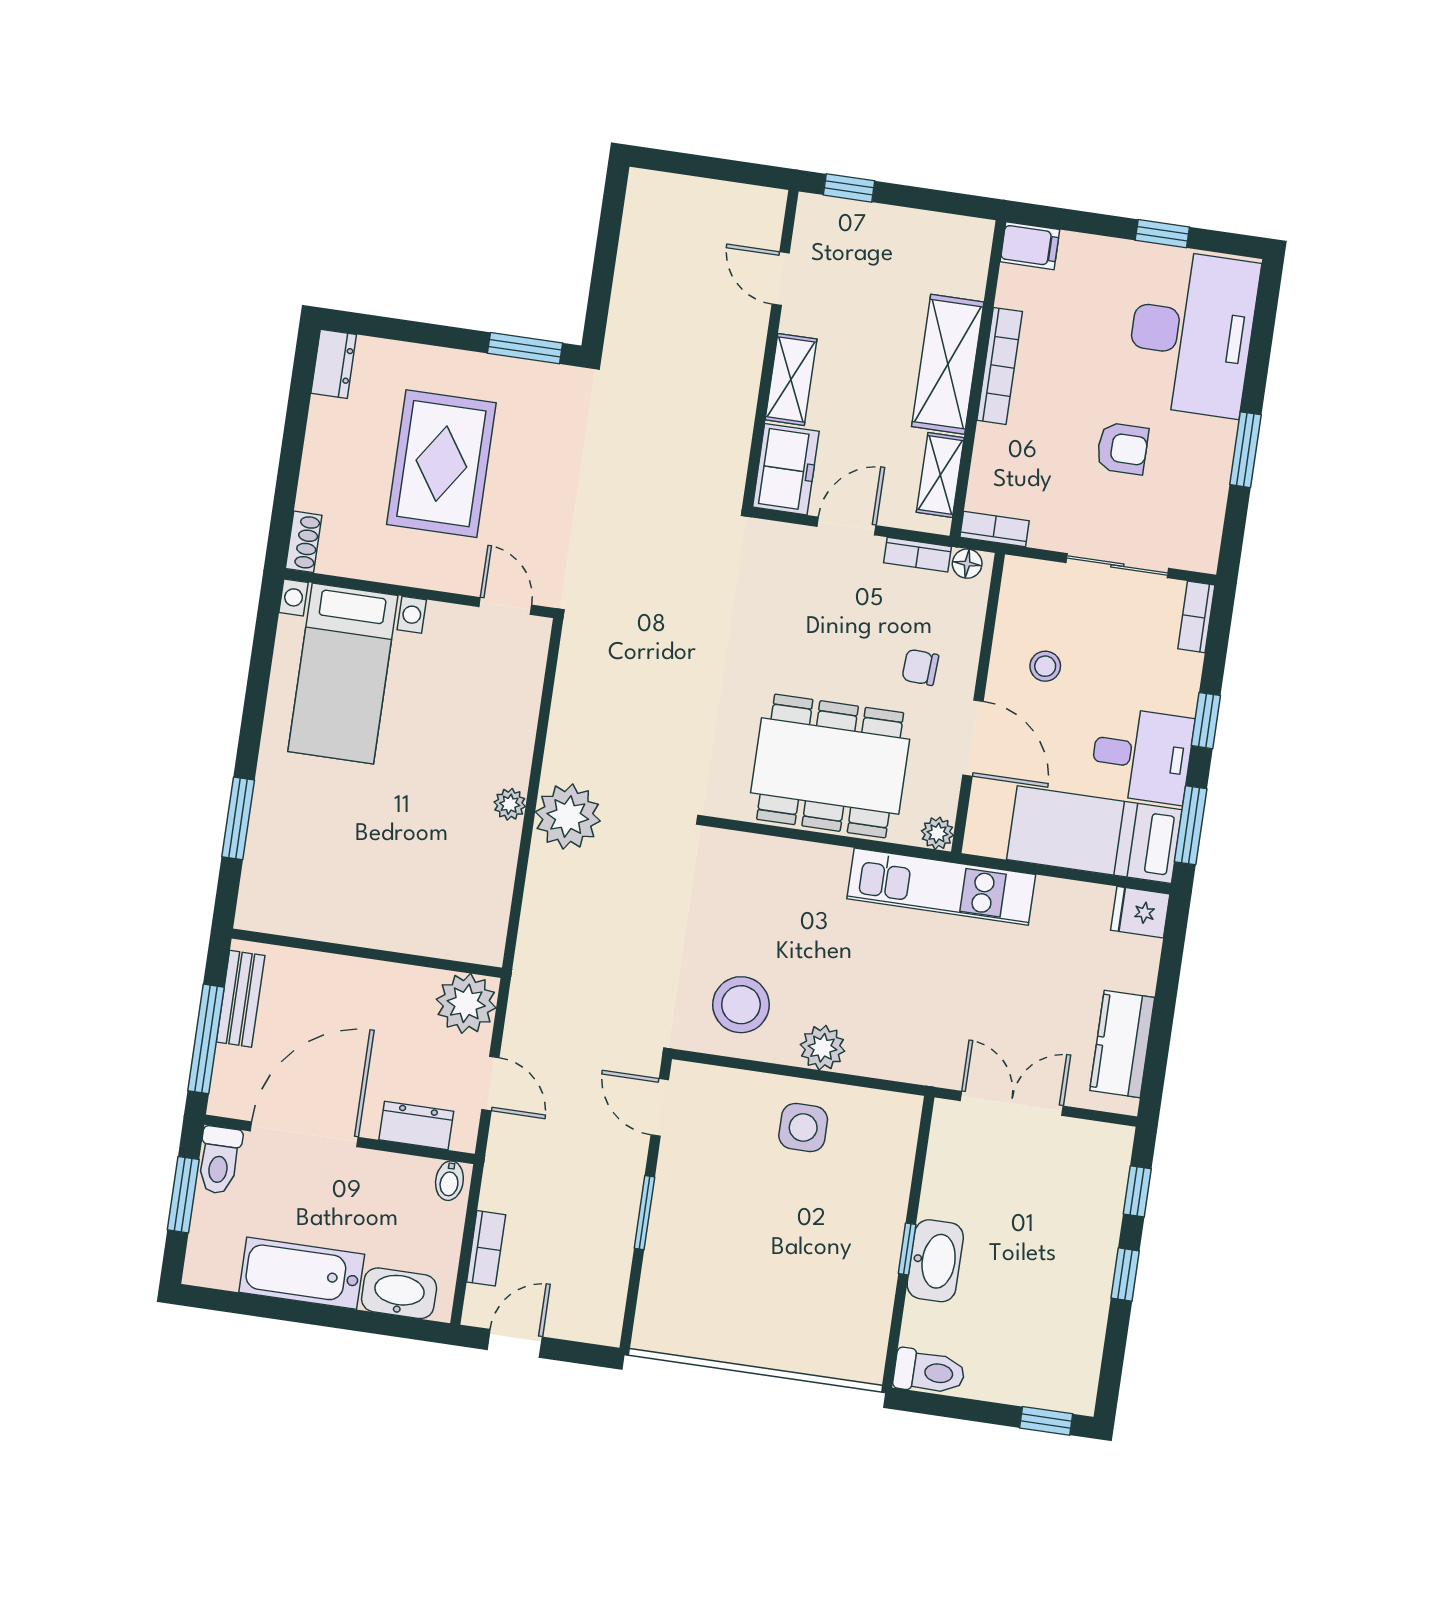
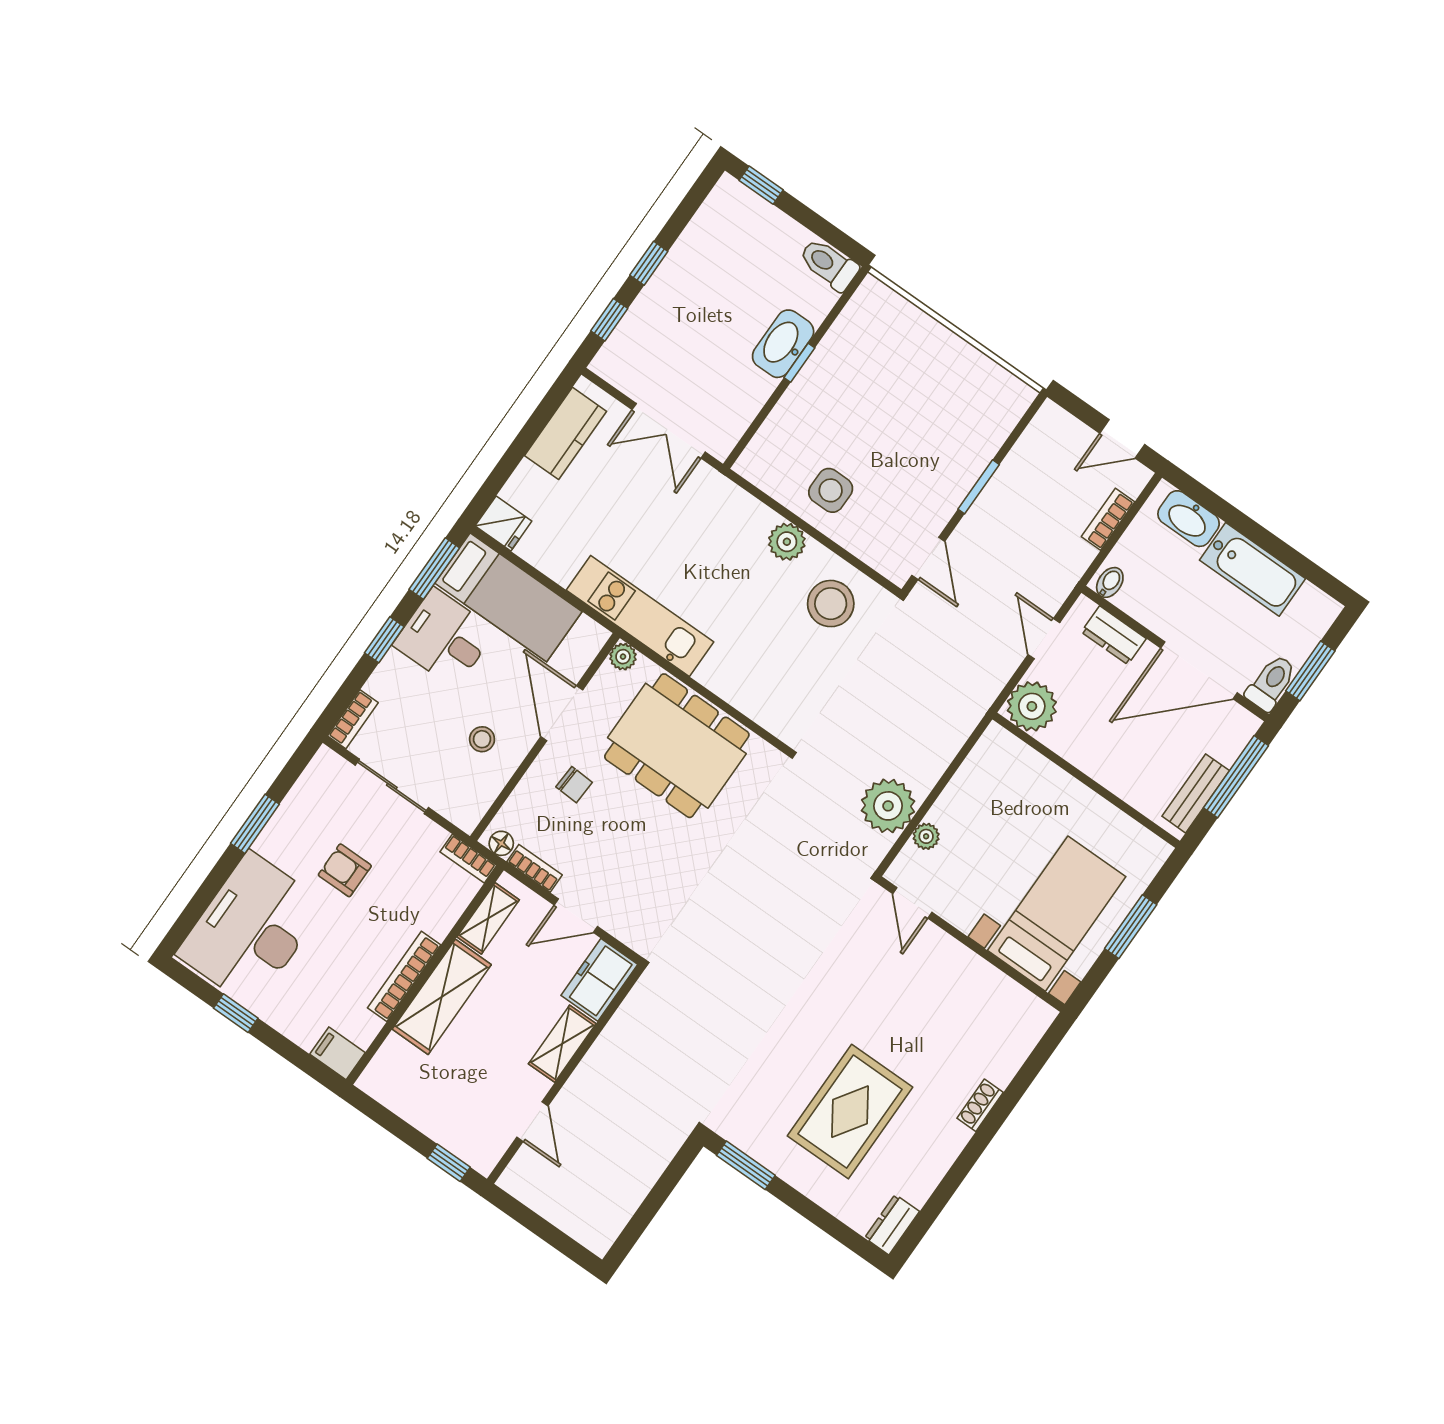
wall: (419, 593) -> (971, 944), moved
door: (505, 606) -> (912, 903), moved
bed with nightstands: (343, 673) -> (1057, 914), moved

